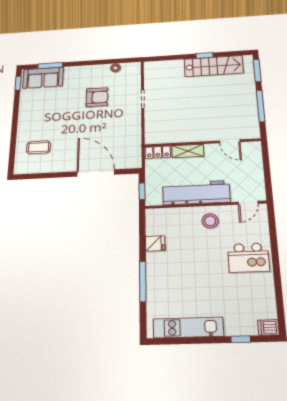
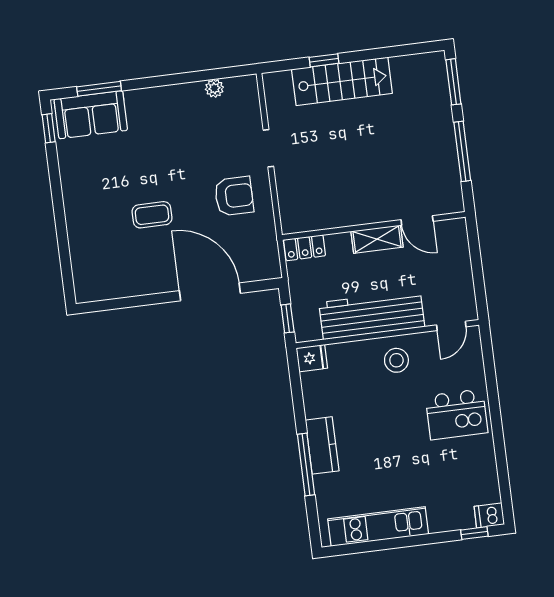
window: (205, 55) -> (324, 60), moved
stairs: (214, 66) -> (342, 81), moved
armchair: (97, 97) -> (234, 196), moved
coffee table: (38, 147) -> (152, 215), moved
shelving: (188, 151) -> (377, 239), moved
fridge: (155, 244) -> (312, 358), moved
kitchen counter: (155, 270) -> (322, 445), added
window: (241, 339) -> (474, 533), moved

